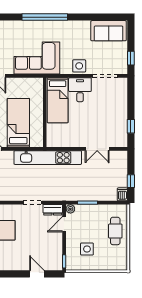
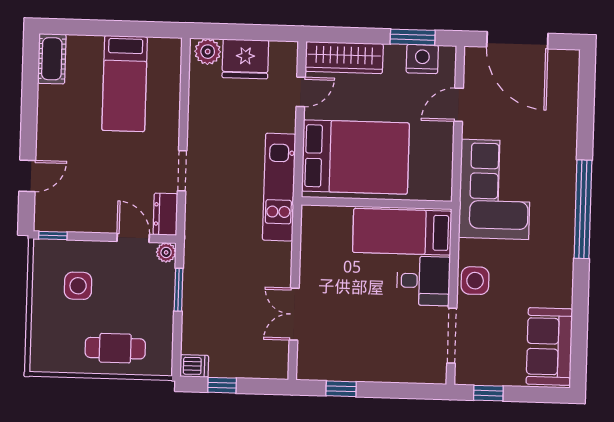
bed: (18, 123) -> (355, 157), width x1.50
kitchen unit: (48, 158) -> (279, 187), width x0.73

